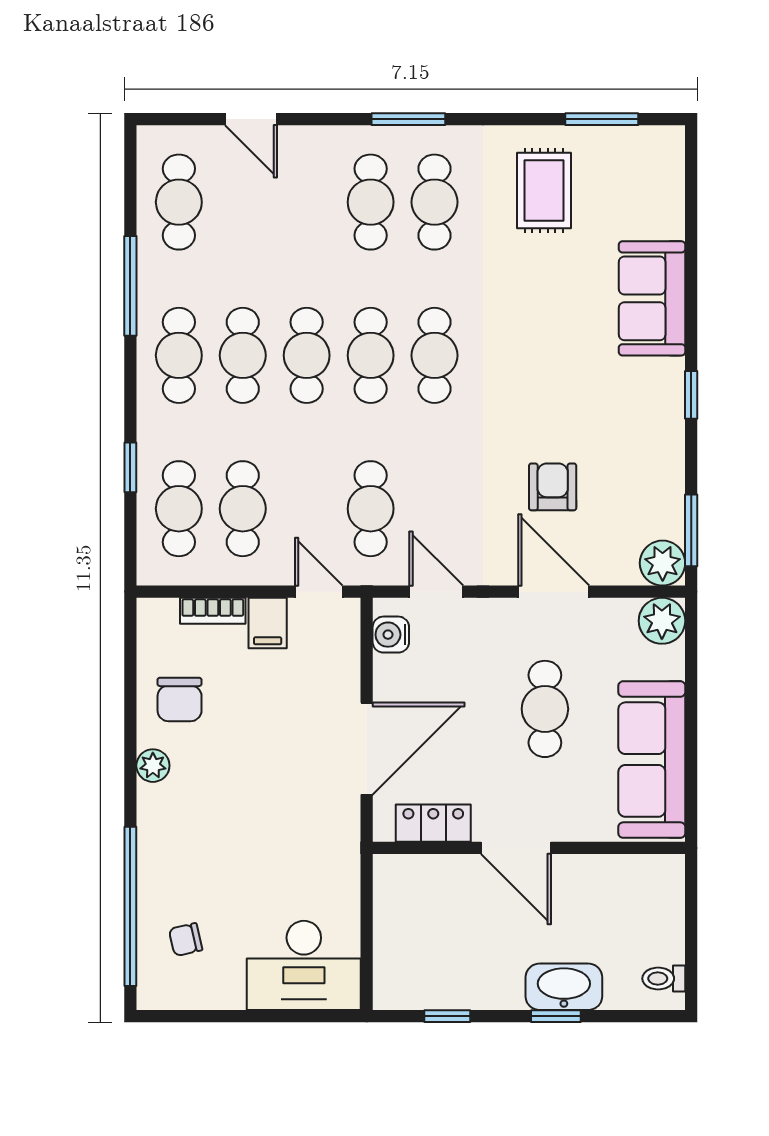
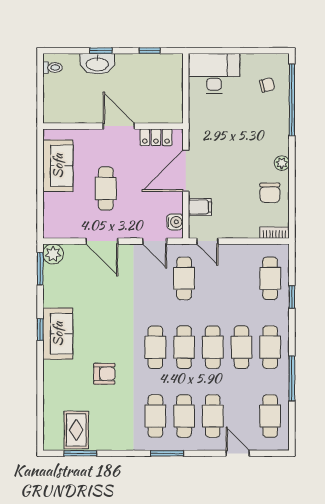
rug: (544, 191) -> (76, 430), moved
sofa: (652, 298) -> (58, 334), moved
armchair: (553, 487) -> (104, 374), moved, turned -90
cafe table: (243, 509) -> (213, 416), moved
bookcase: (213, 611) -> (275, 233), moved
plant: (662, 621) -> (53, 228), removed
filing cabinet: (268, 623) -> (200, 207), moved, turned 90
chair: (180, 699) -> (270, 193), turned 180
sofa: (652, 760) -> (58, 166), width x0.73

